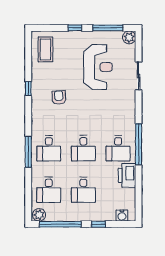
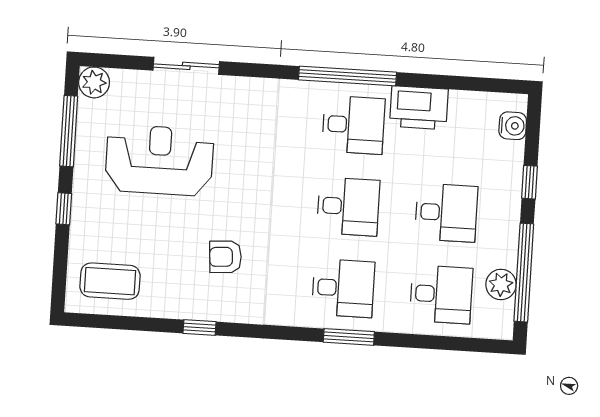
window: (28, 152) -> (349, 337), width x0.69
plant: (39, 215) -> (501, 284), moved

